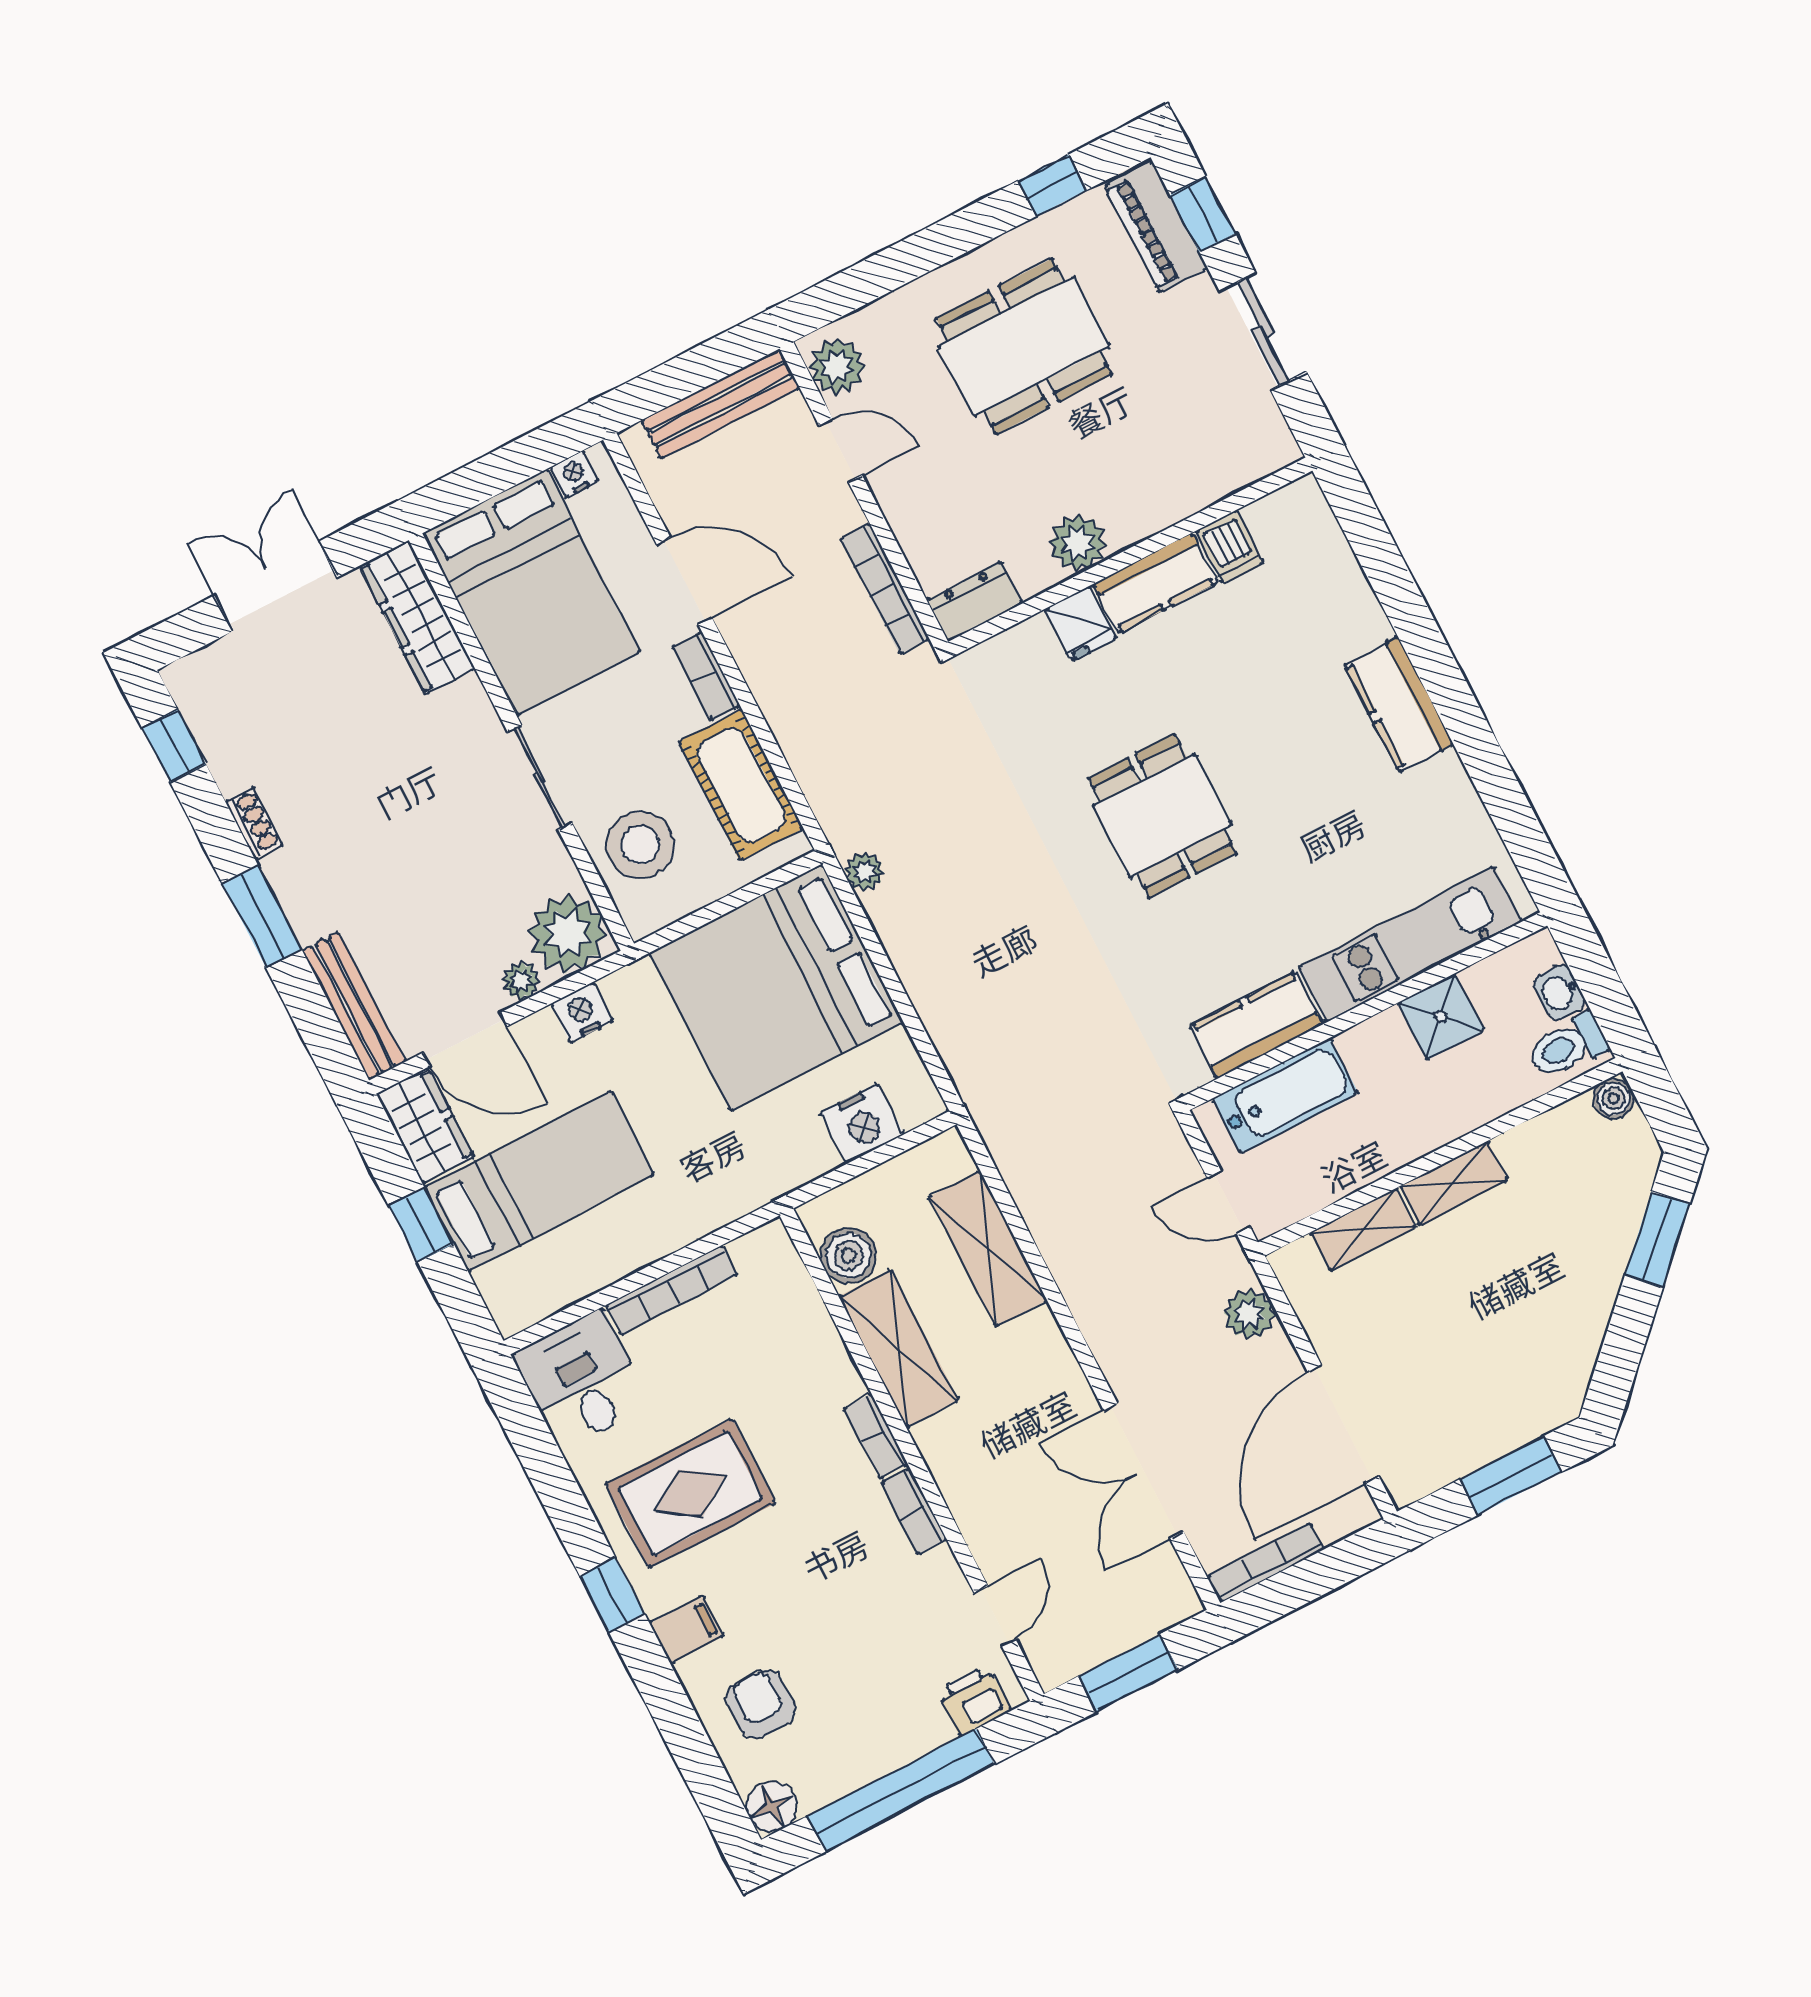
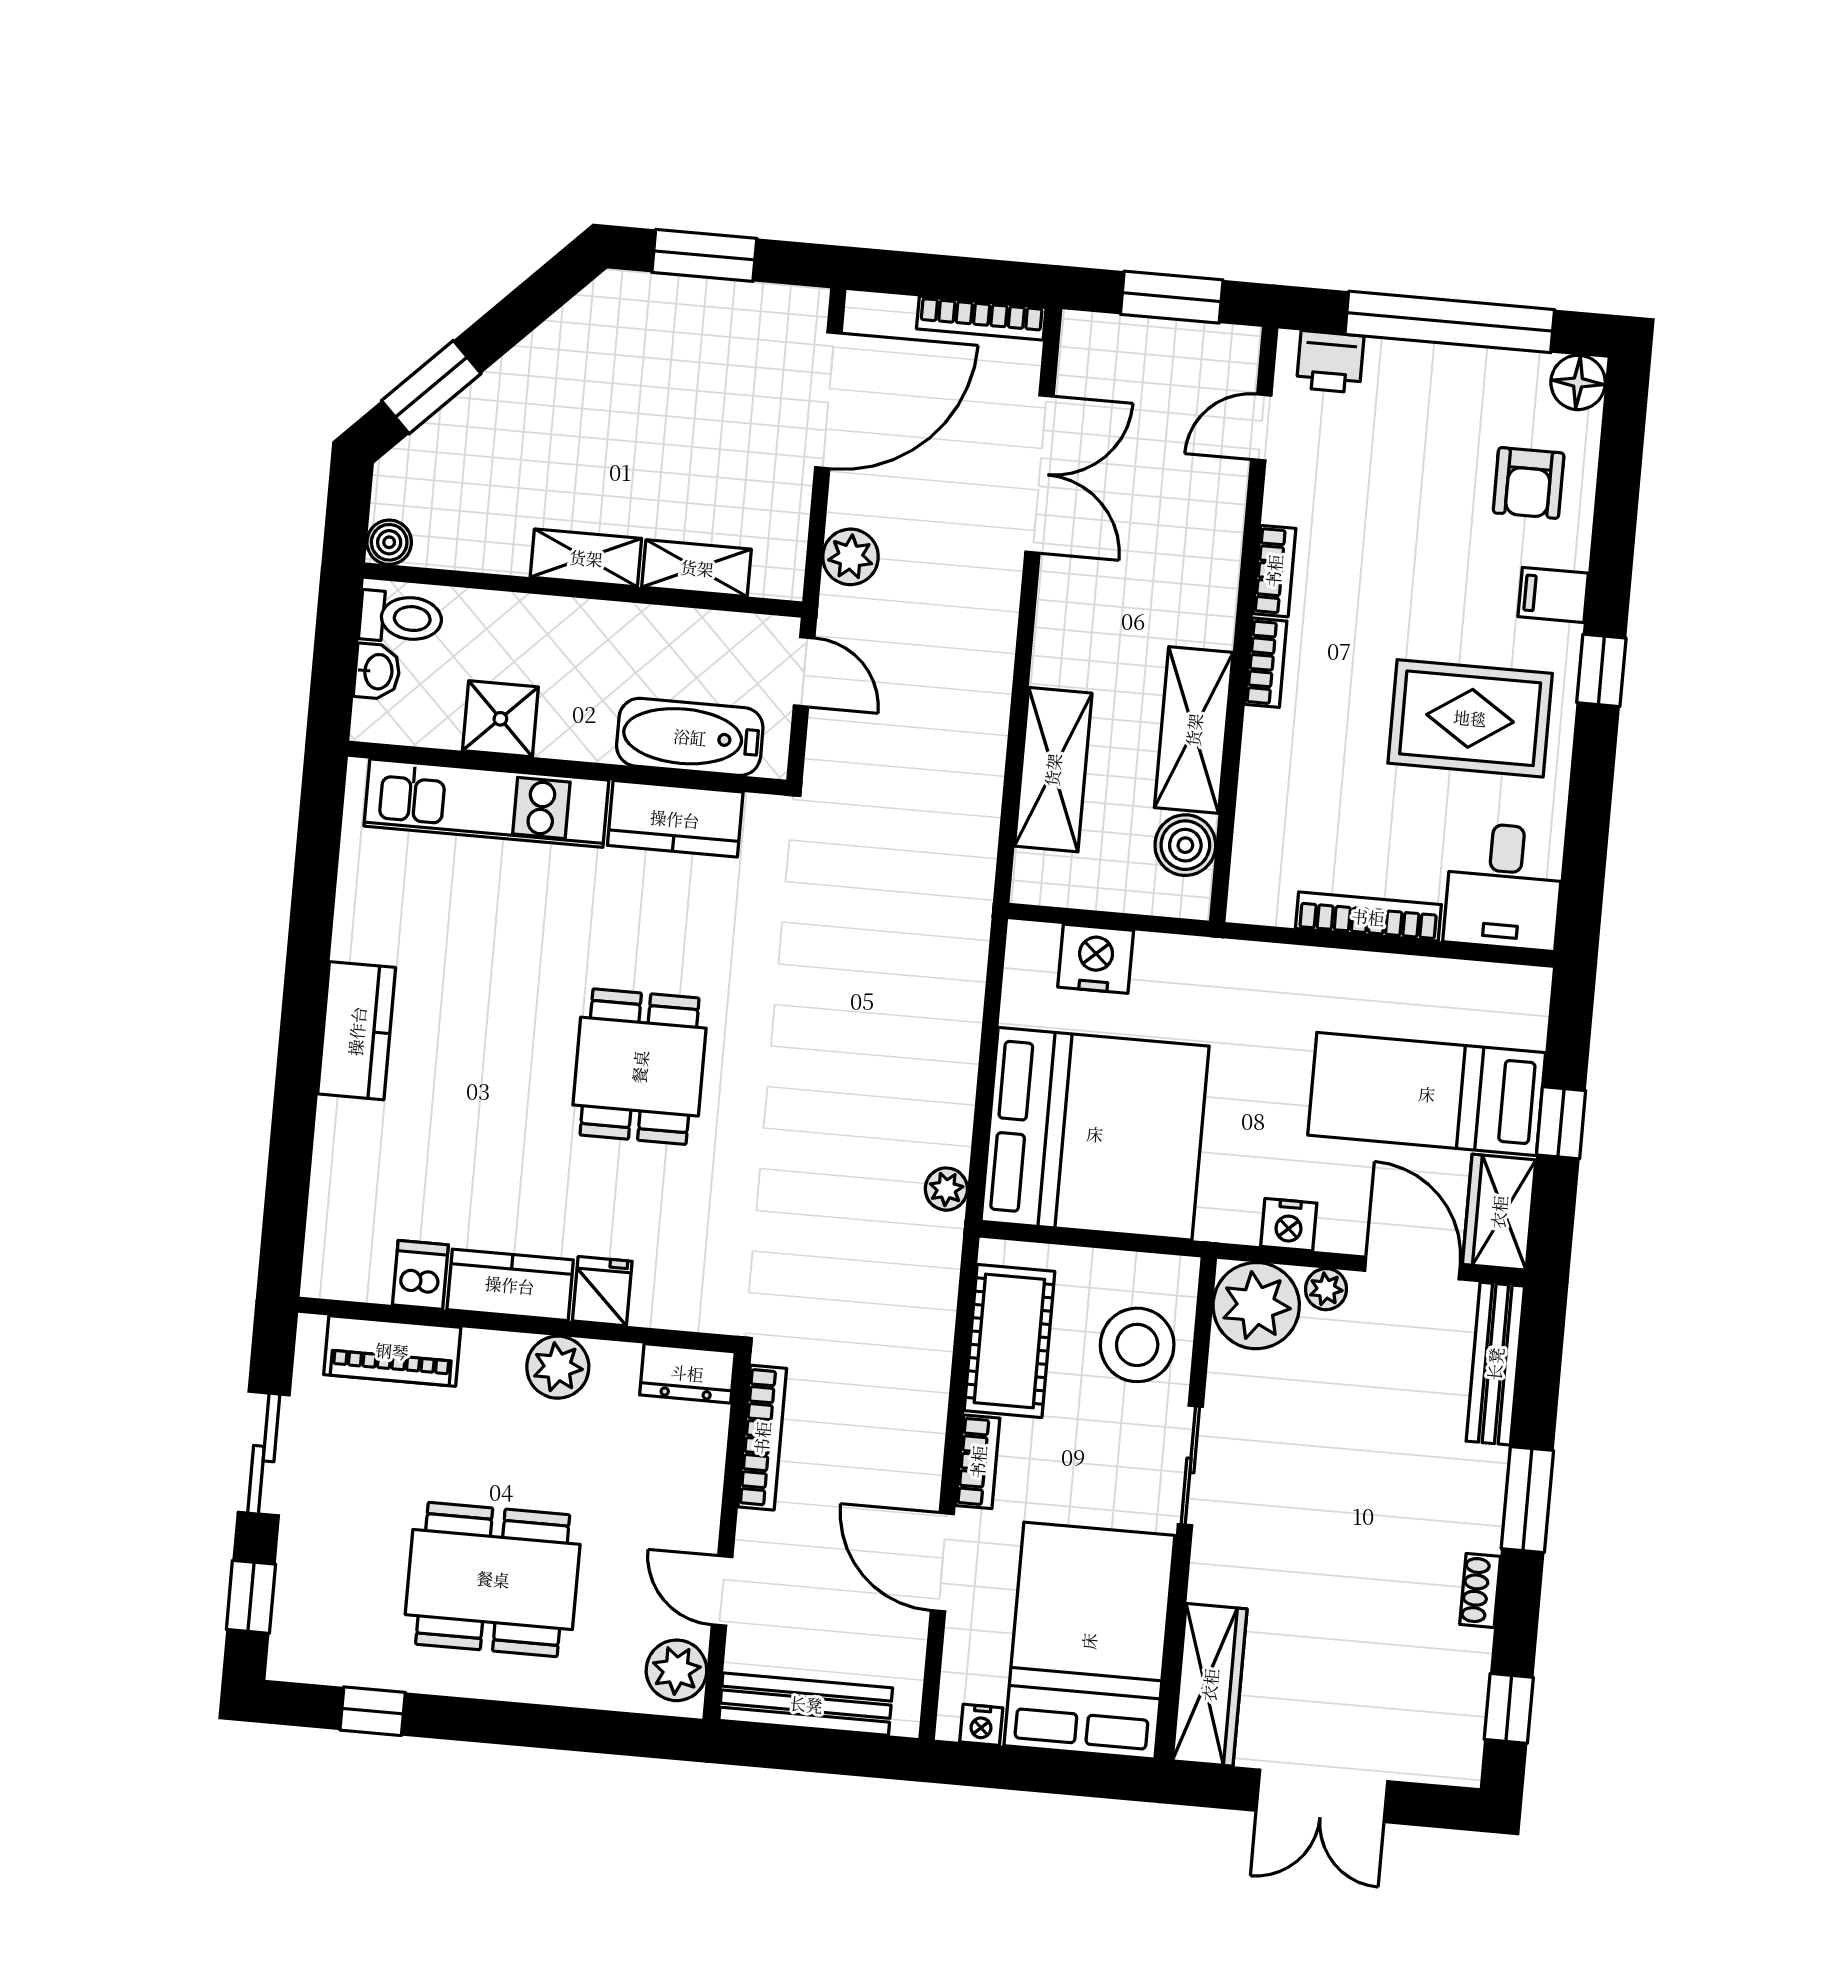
piano: (1156, 227) -> (392, 1351), moved, turned 90

